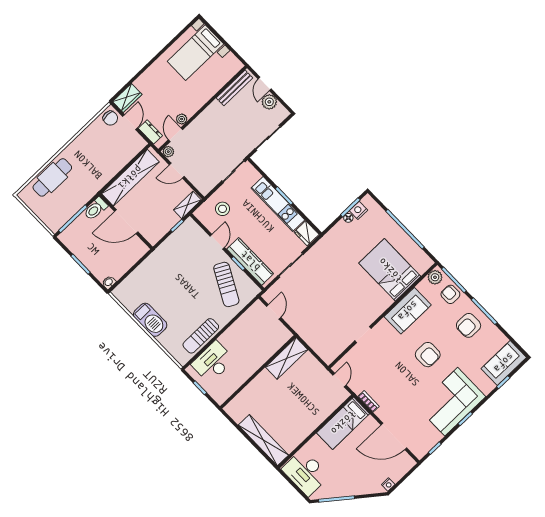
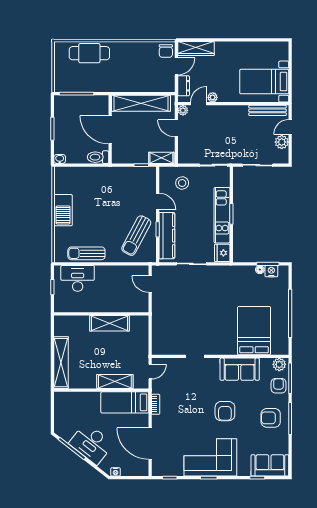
bed with nightstands: (195, 53) -> (264, 82), moved
wardrobe: (127, 98) -> (196, 48), width x1.50
toilet: (96, 209) -> (98, 157), moved
door: (217, 242) -> (158, 201), hinge flipped
door: (274, 312) -> (150, 284), swing flipped
shelving: (287, 358) -> (109, 323), moved
shelving: (320, 414) -> (115, 381), added
desk: (305, 472) -> (91, 444), moved, turned -52

